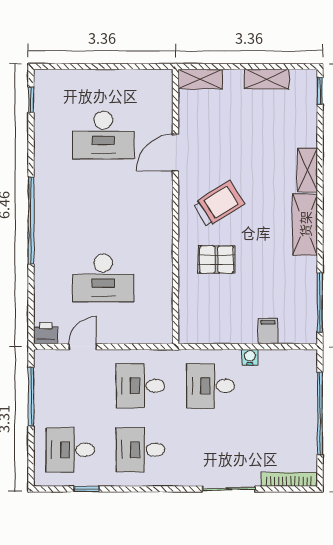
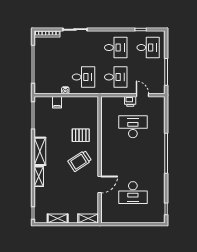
desk: (103, 135) -> (133, 193), turned 180
printer: (46, 333) -> (130, 101), moved
door: (83, 347) -> (142, 95), swing flipped

